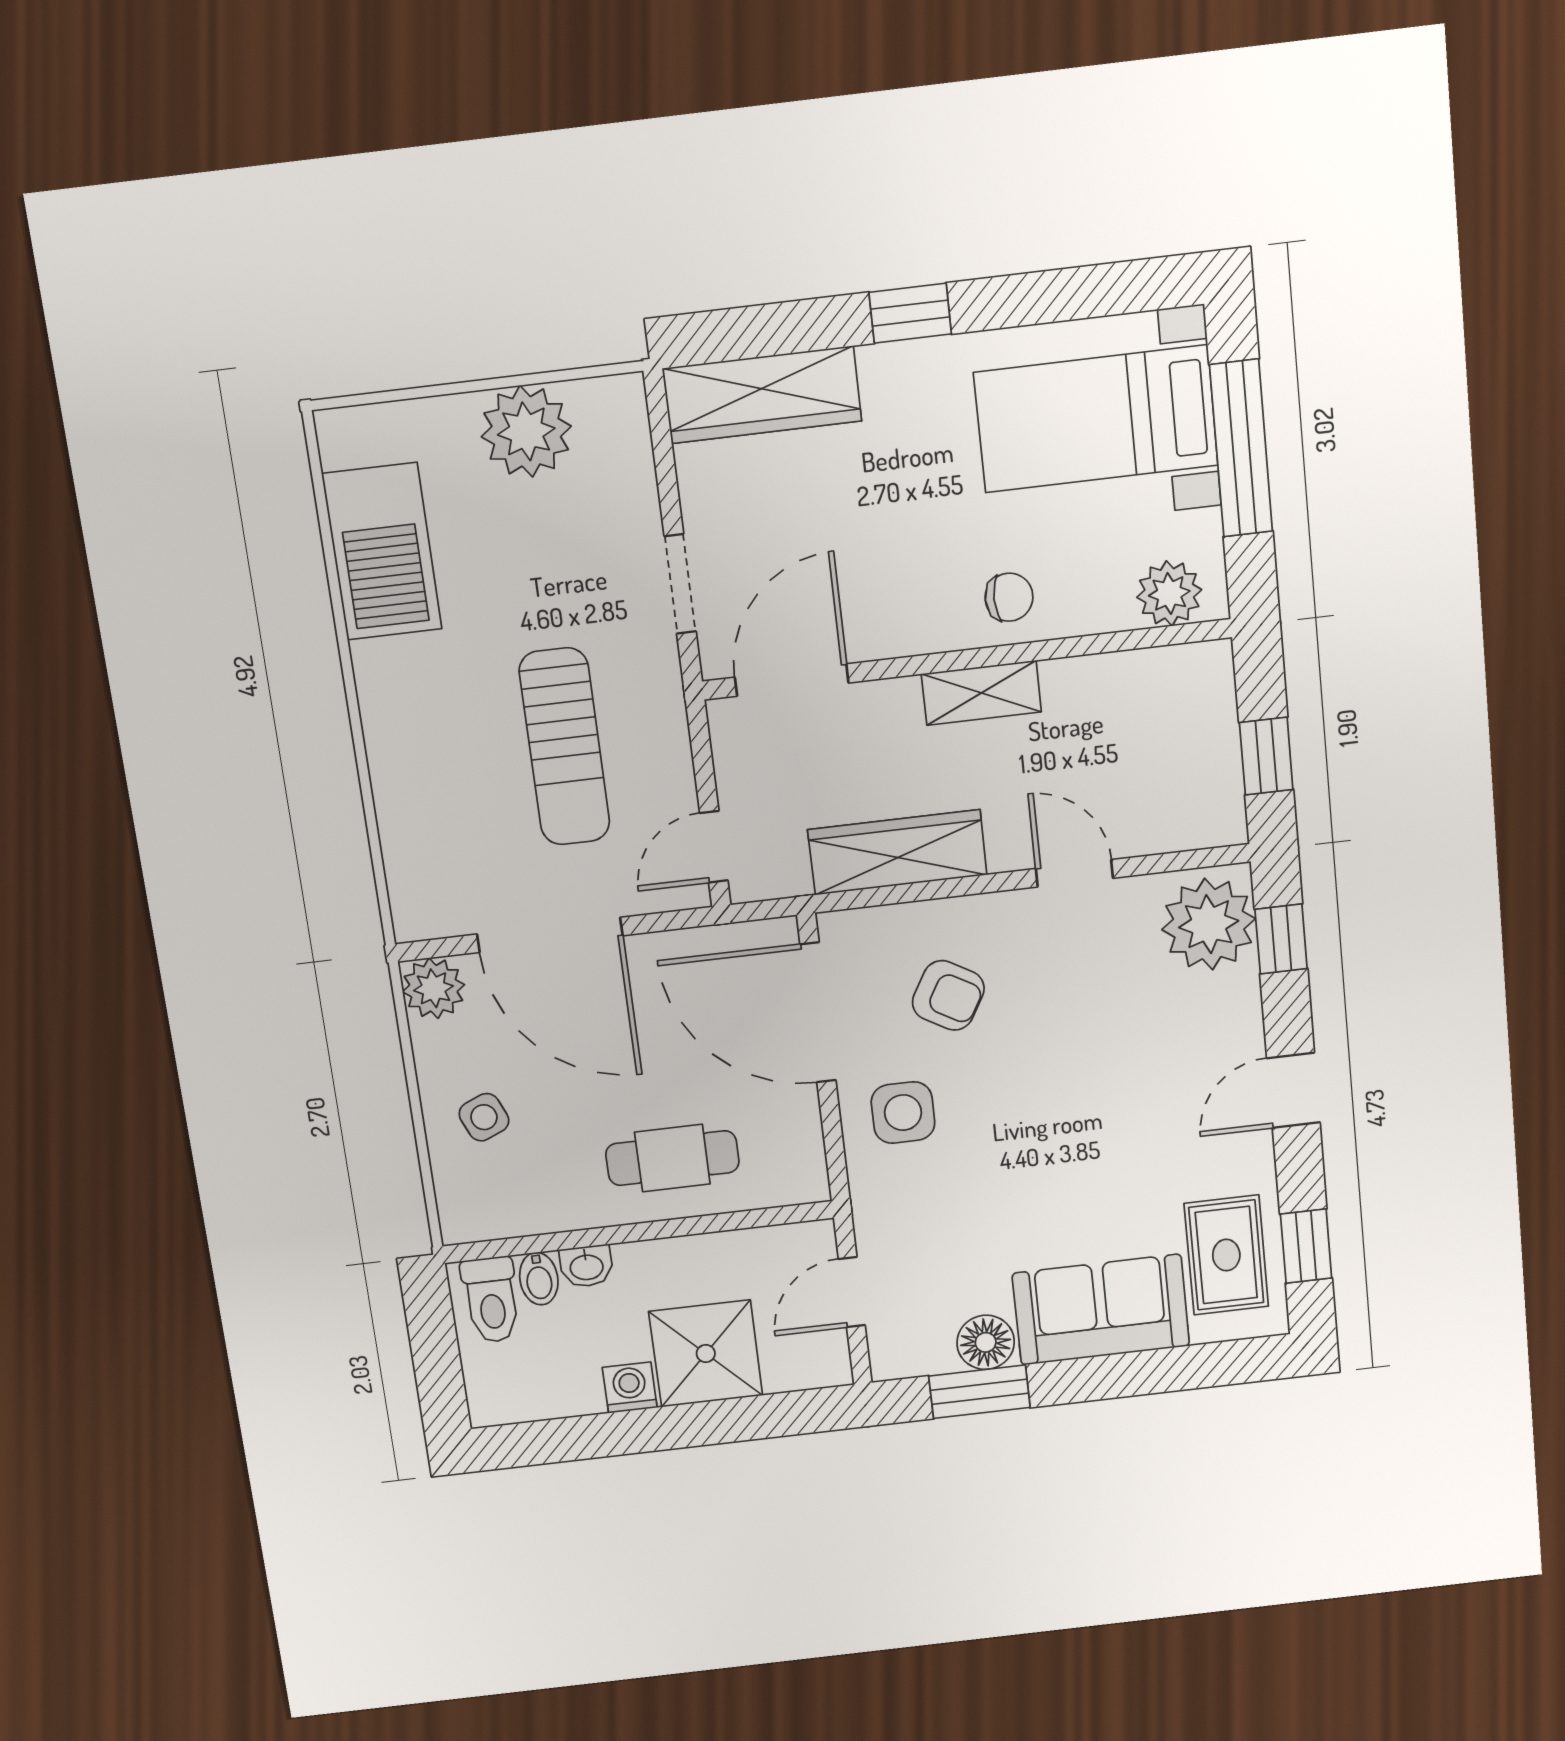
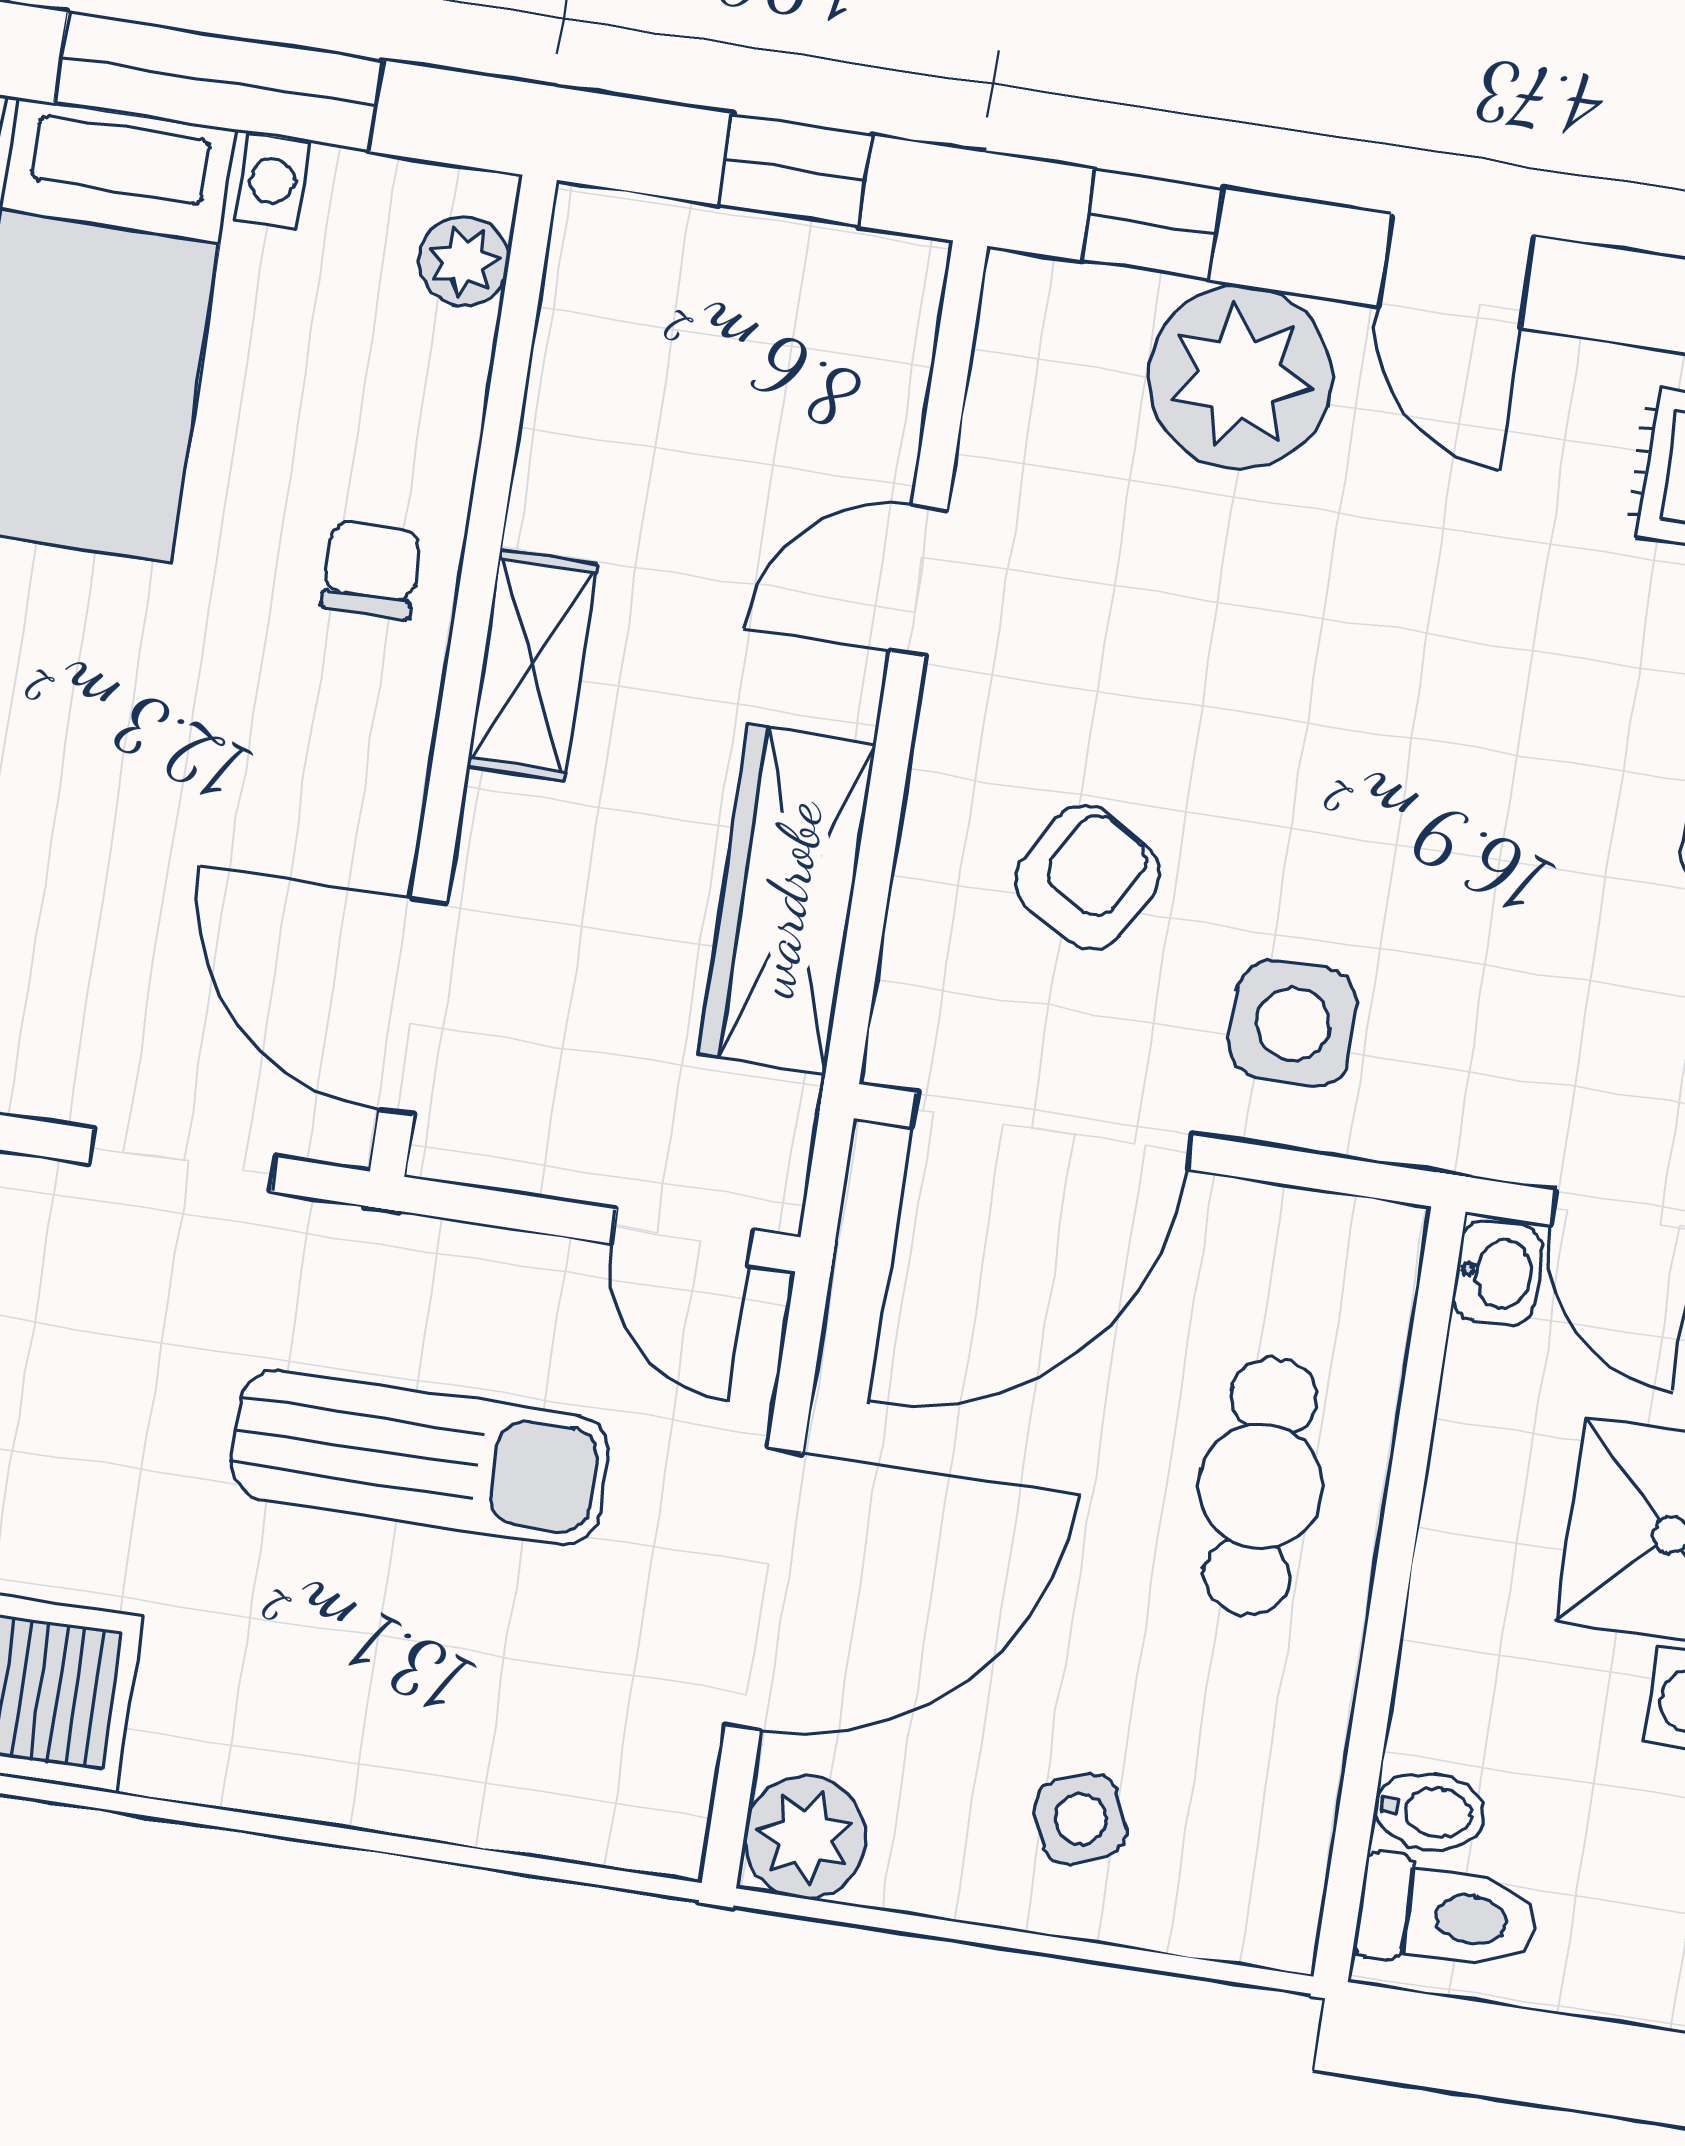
plant: (1169, 593) -> (464, 261), width x0.73, depth x0.73
plant: (1209, 924) -> (1240, 377), moved
washbasin: (586, 1266) -> (1497, 1273), moved

